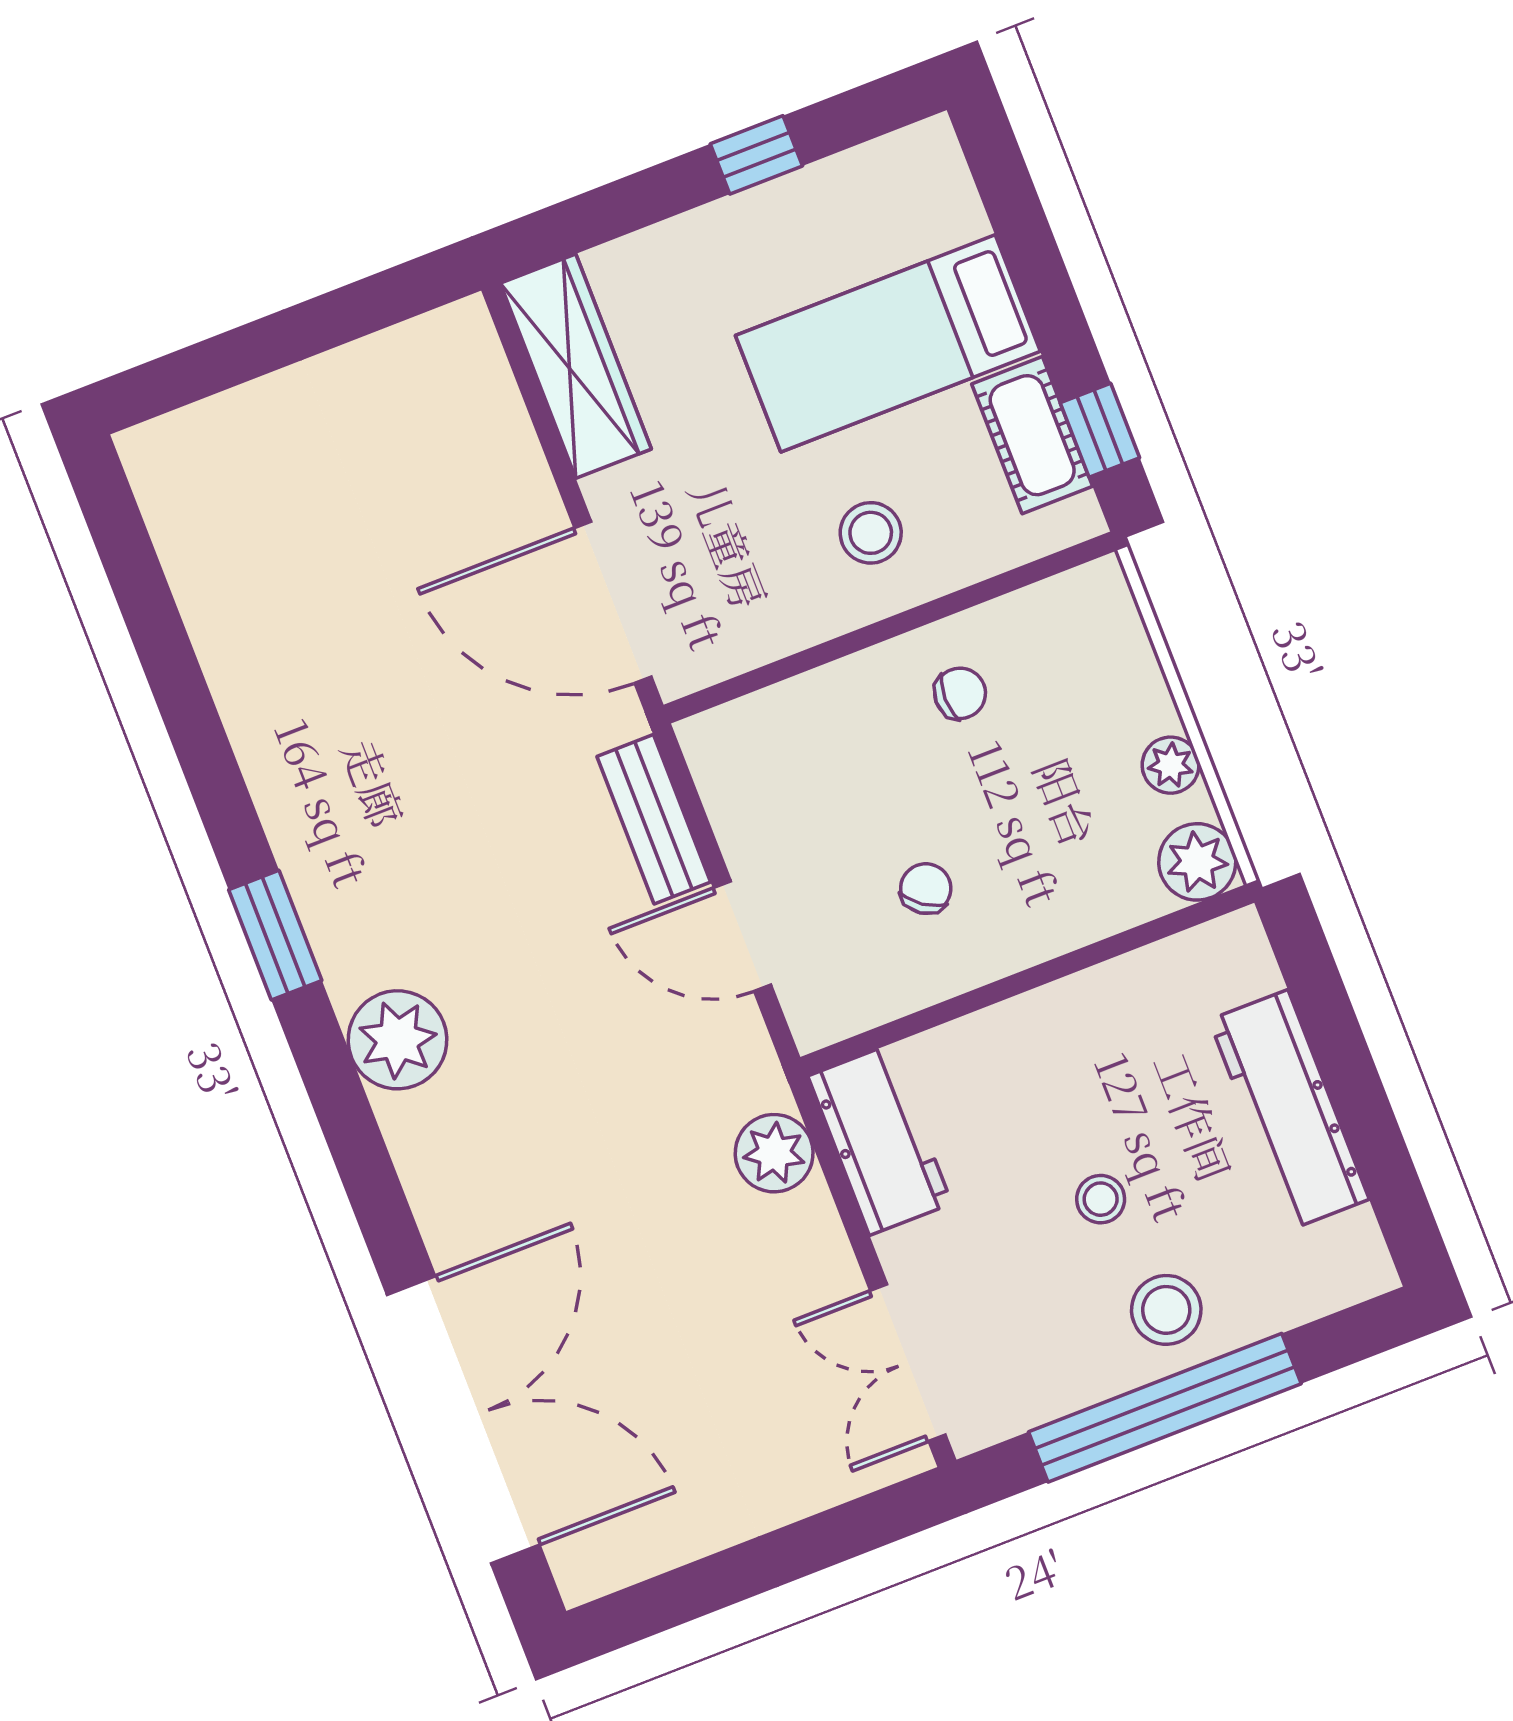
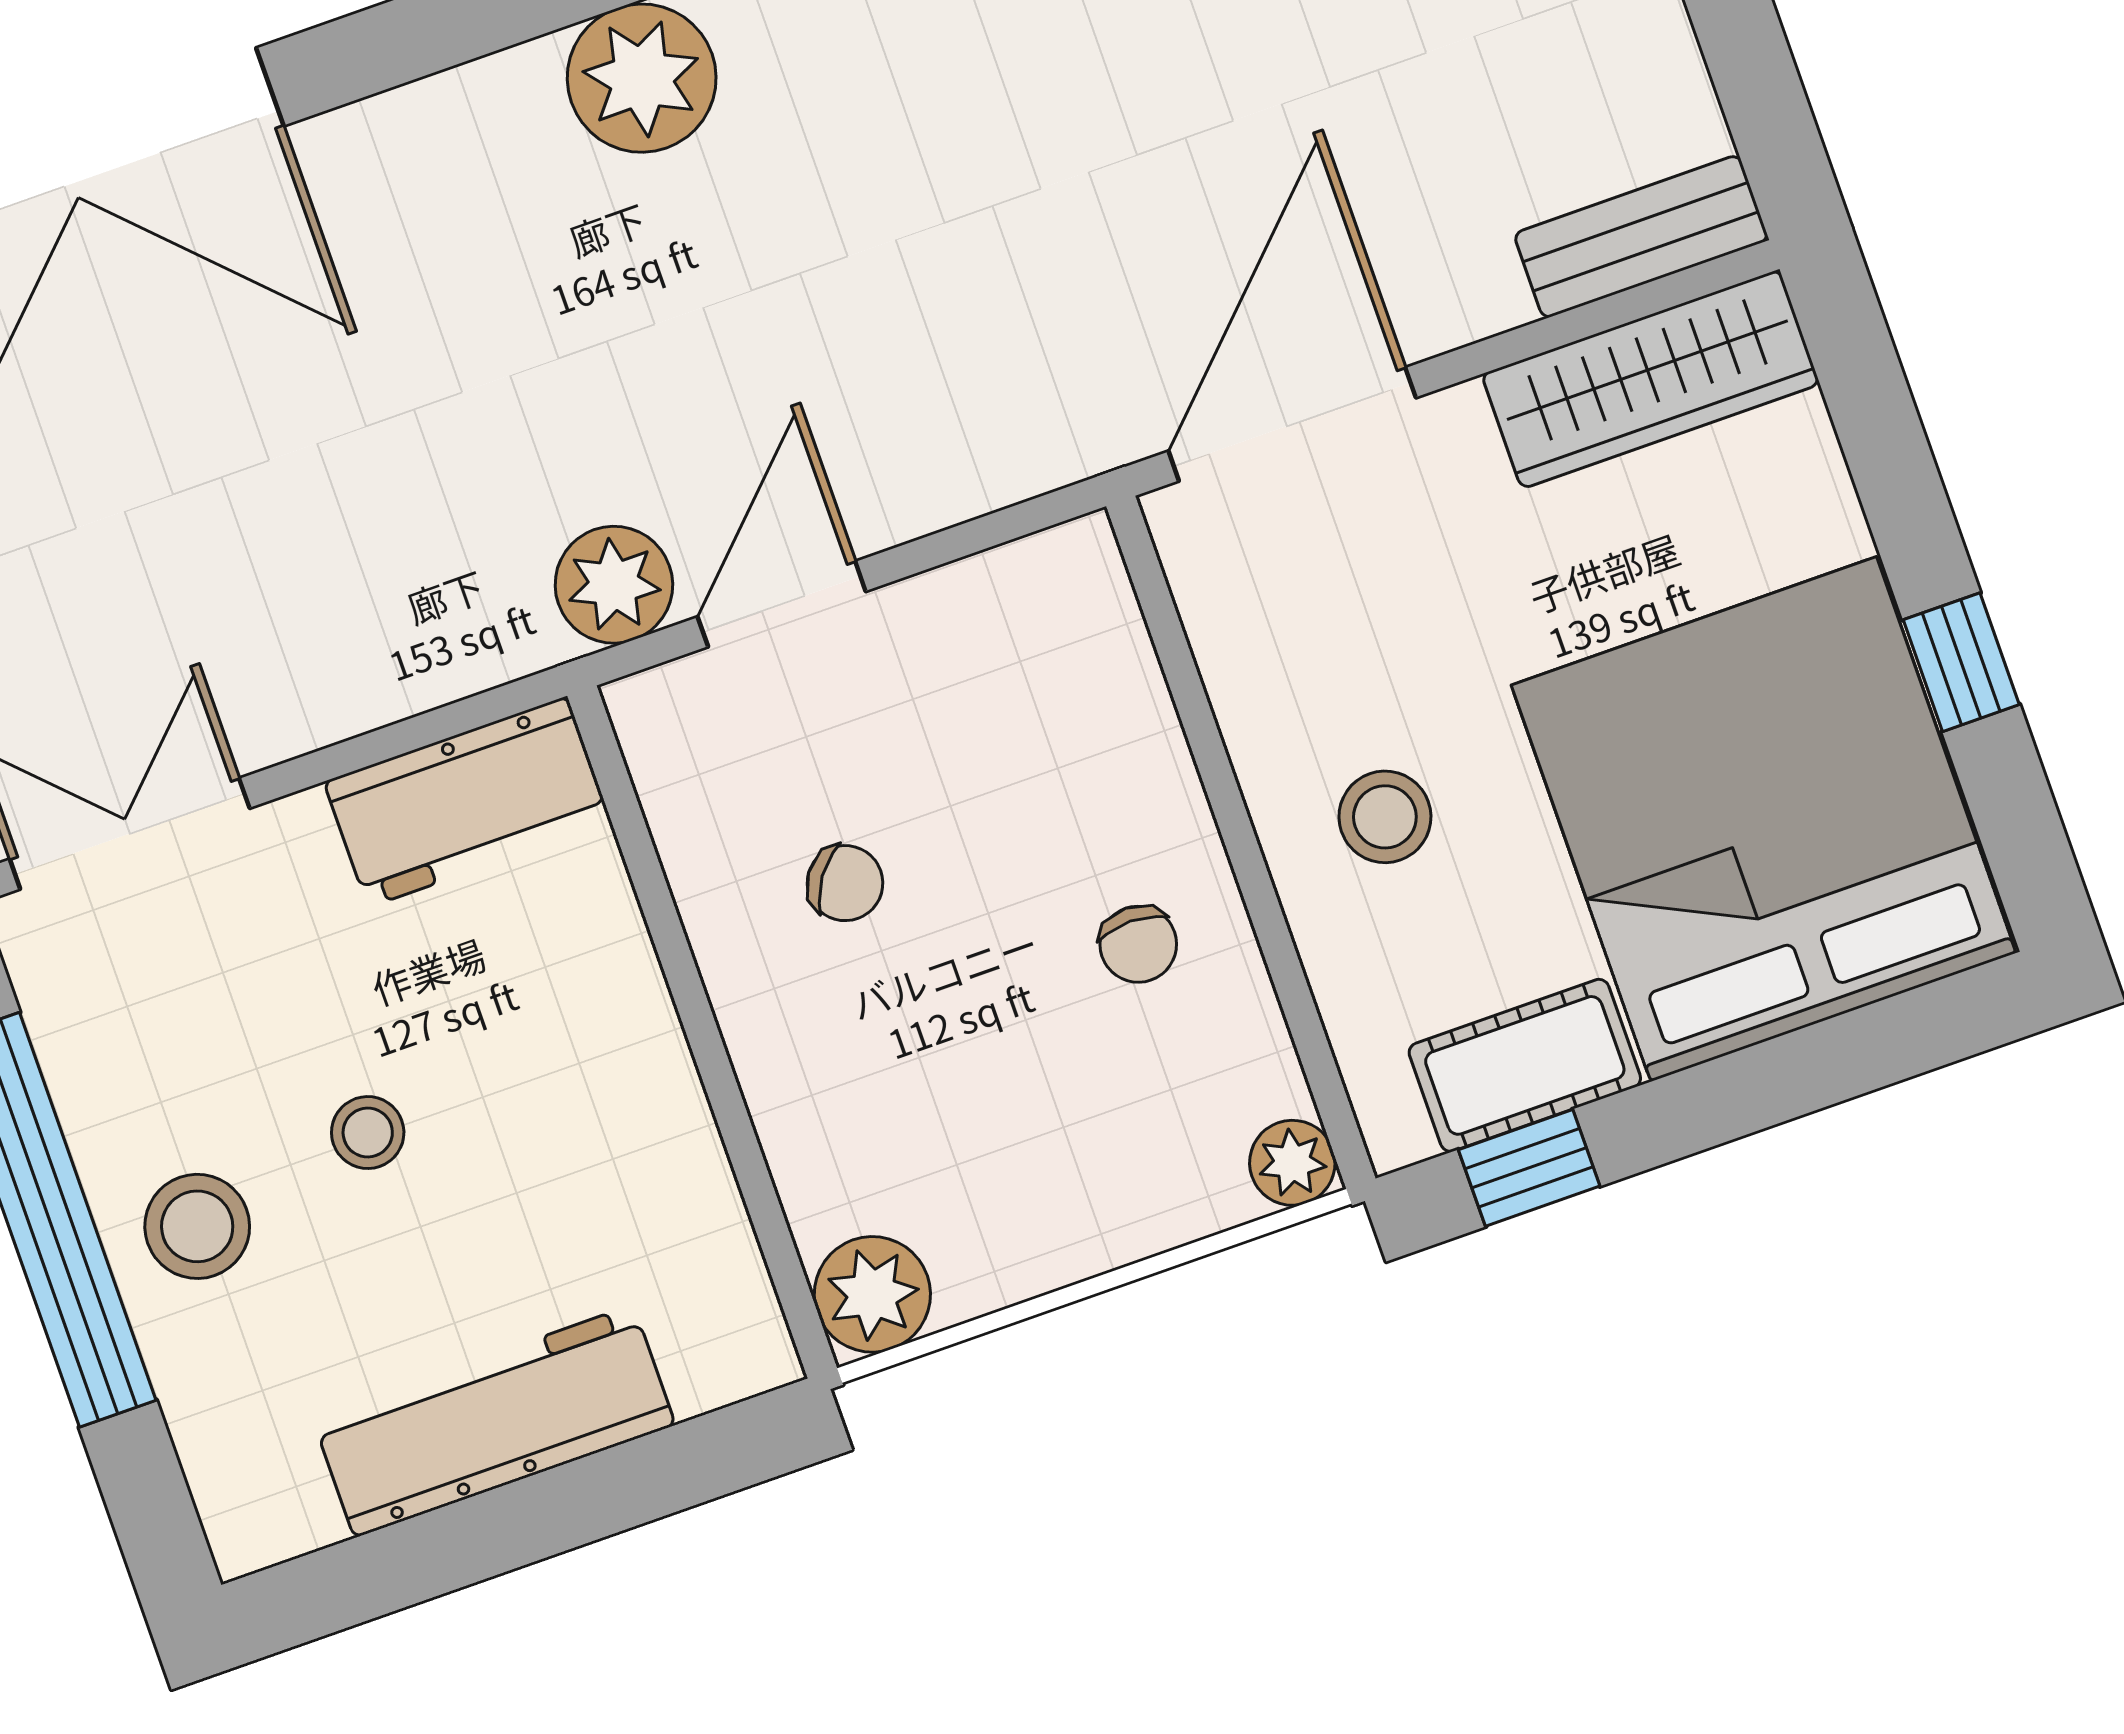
bed: (888, 343) -> (1764, 819), width x2.04
plant: (1171, 765) -> (1292, 1163), moved
bench: (654, 819) -> (1641, 237), moved
plant: (774, 1153) -> (614, 585), moved

